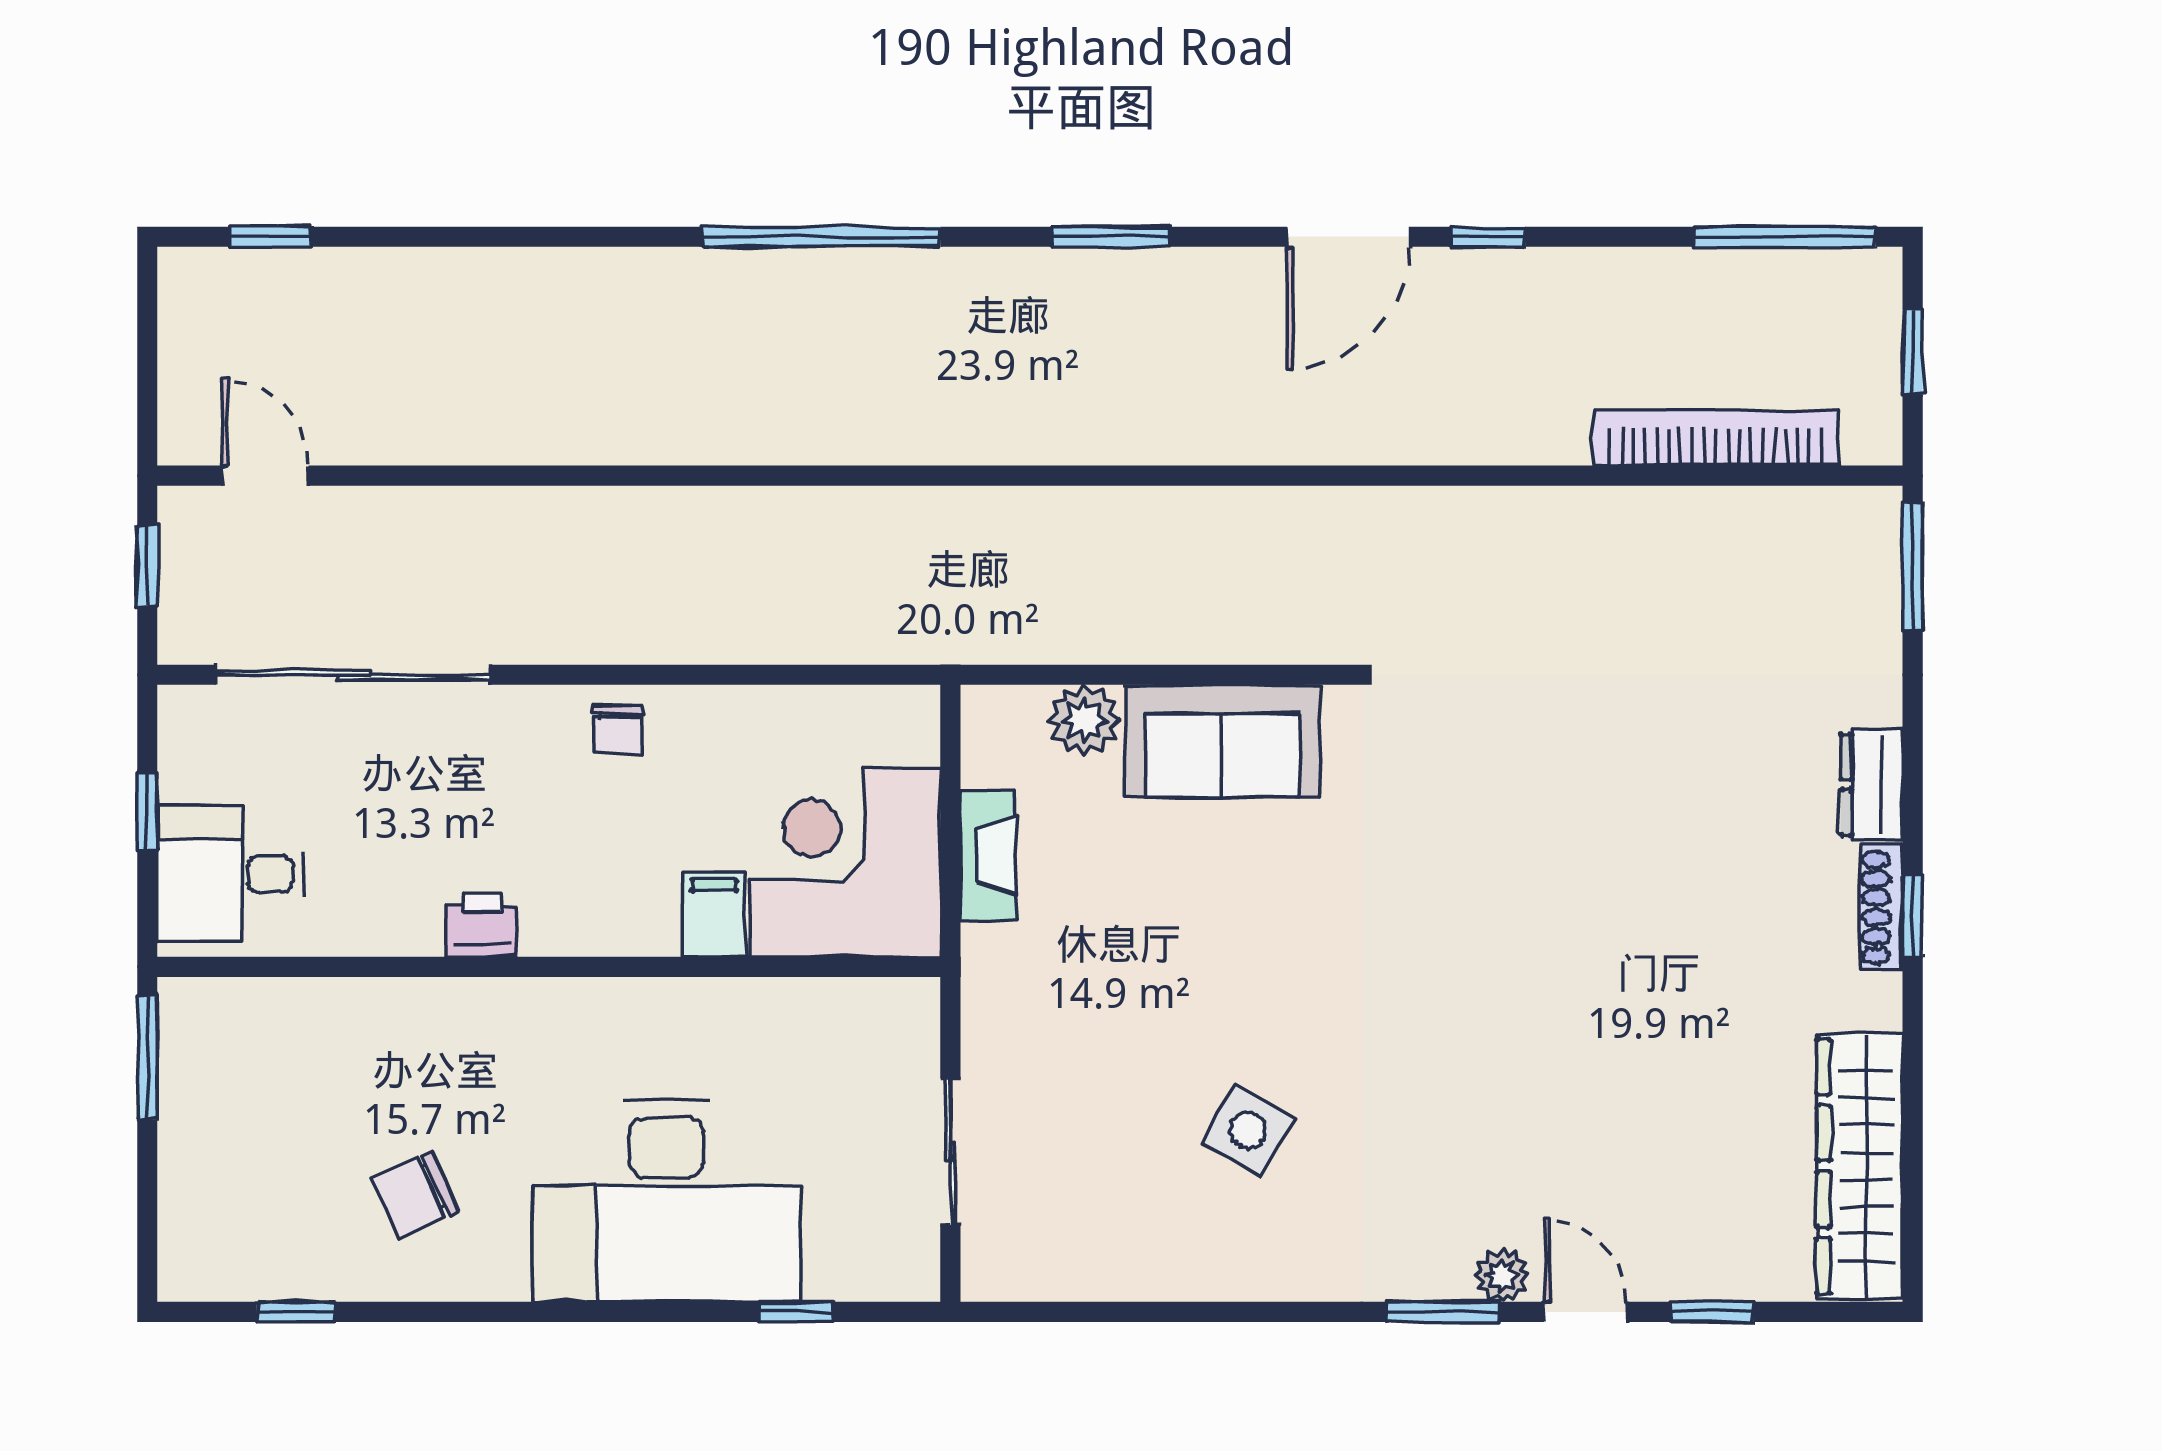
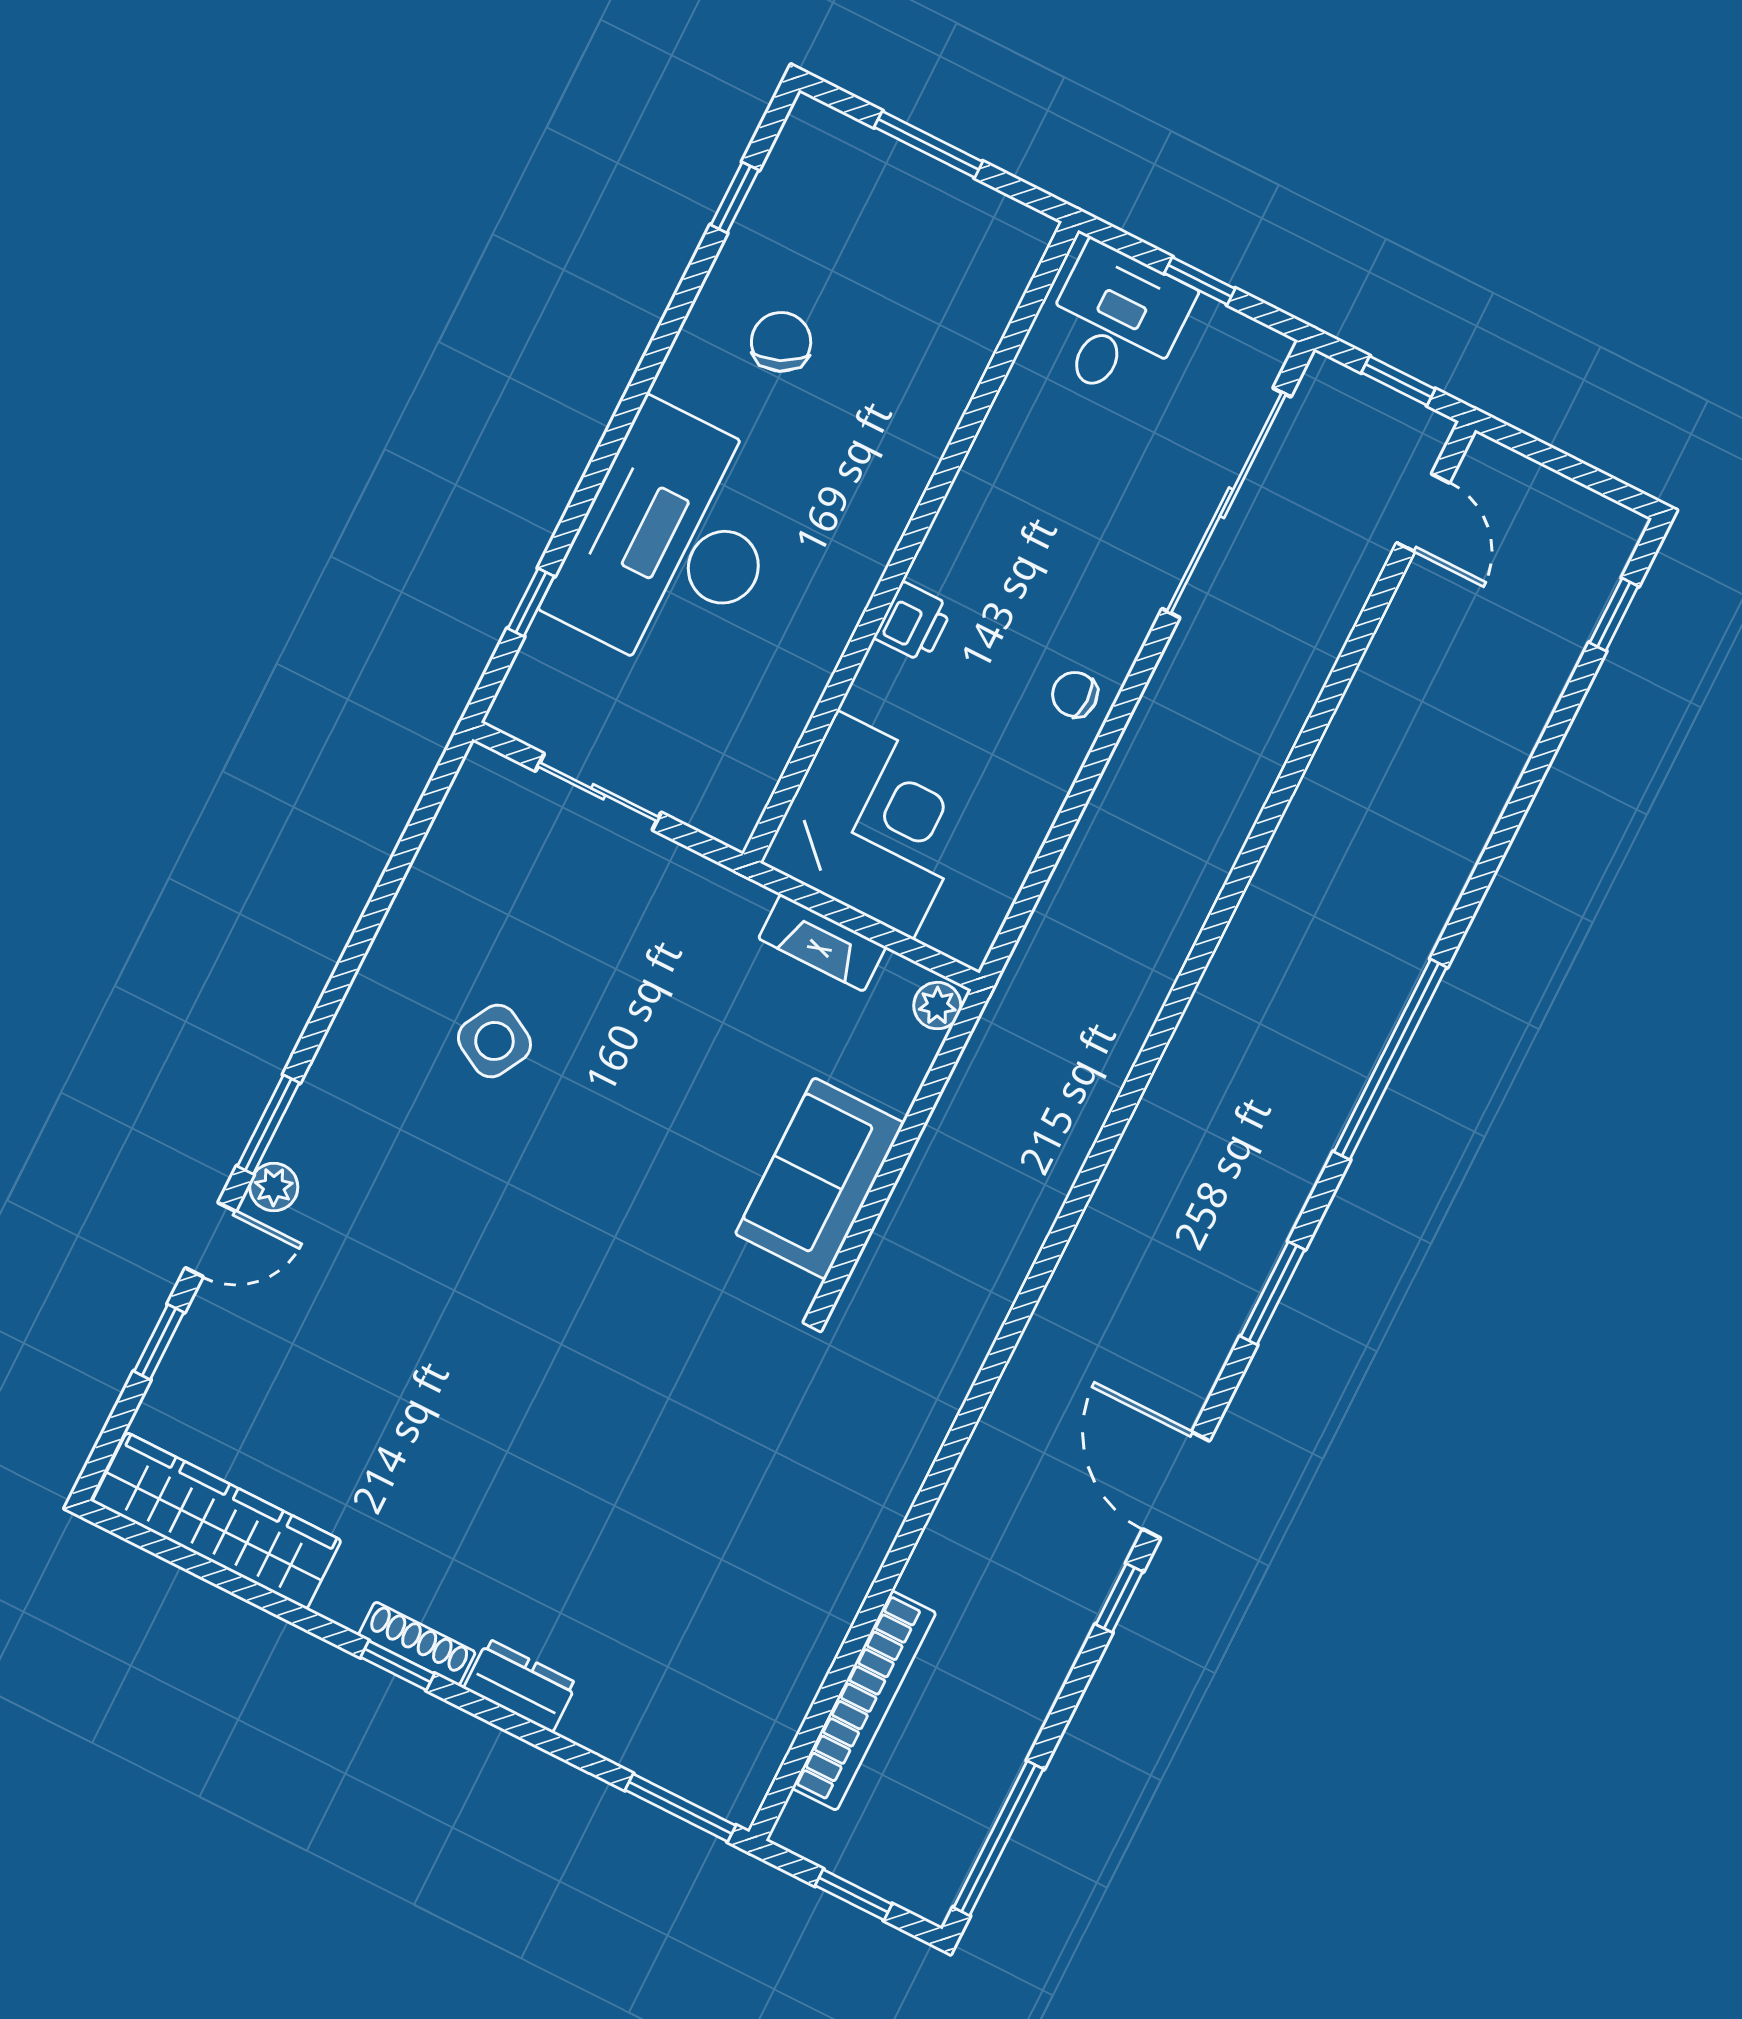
door: (265, 476) -> (1423, 513), hinge flipped
plant: (1084, 720) -> (937, 1006), moved, width x0.73, depth x0.73
filing cabinet: (714, 915) -> (886, 697), removed
printer: (482, 925) -> (913, 622), moved
window: (147, 1057) -> (928, 144), moved

